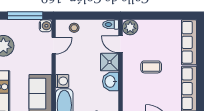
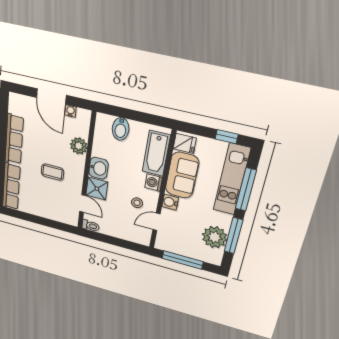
water cooler: (45, 26) -> (170, 202), moved
plant: (130, 27) -> (79, 146), moved
stool: (74, 28) -> (137, 203), moved

